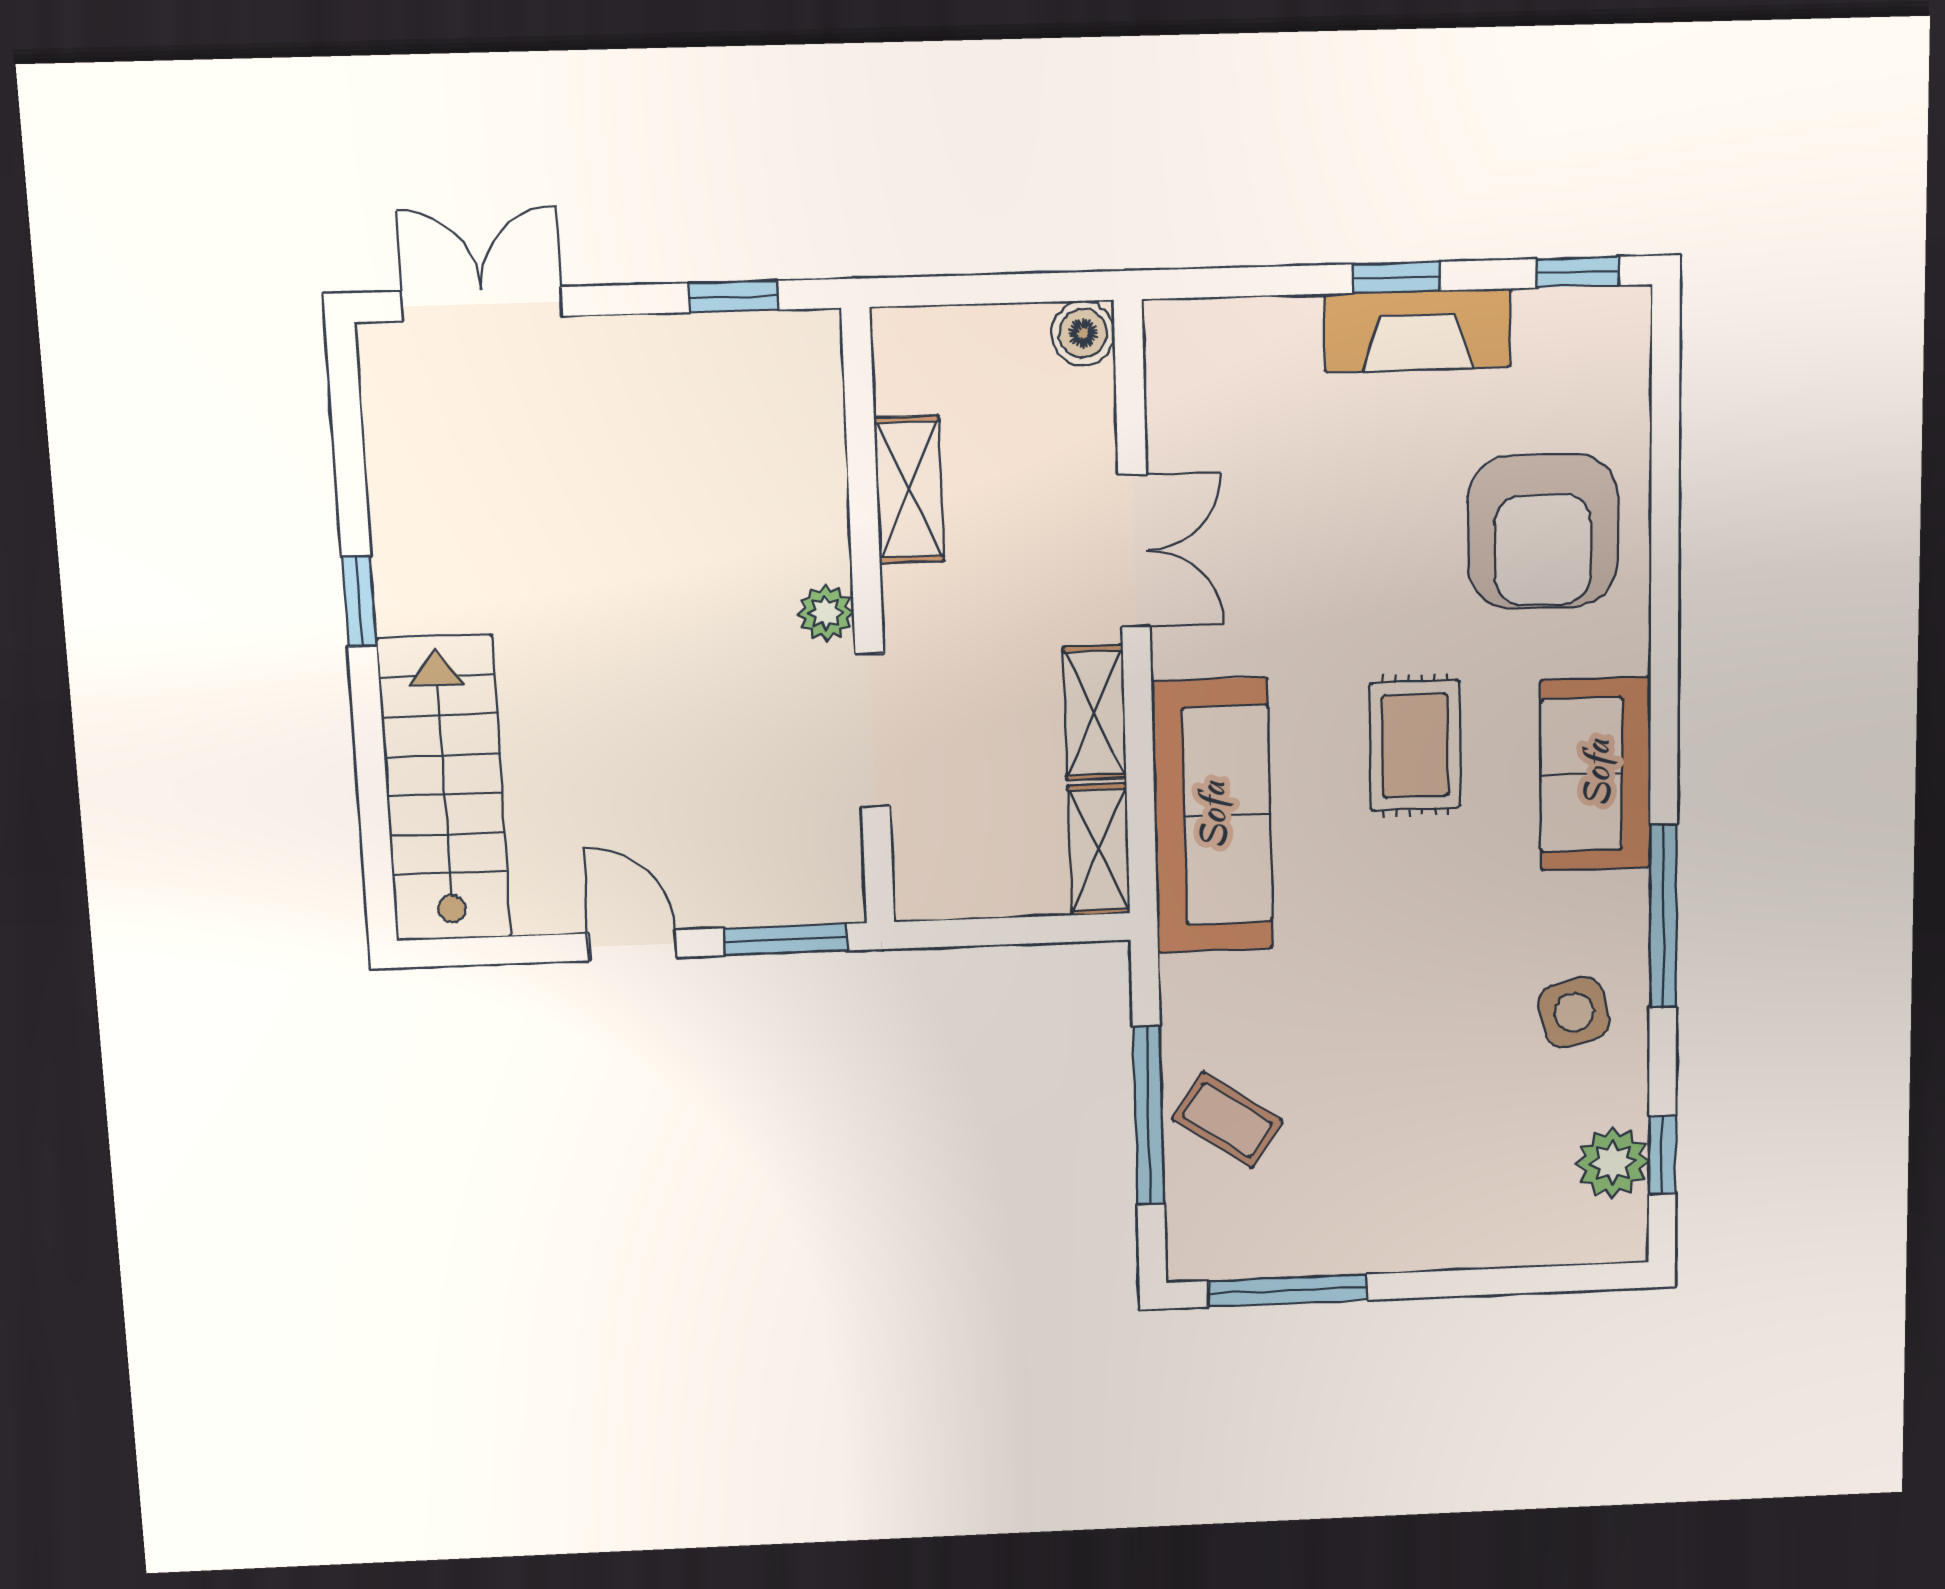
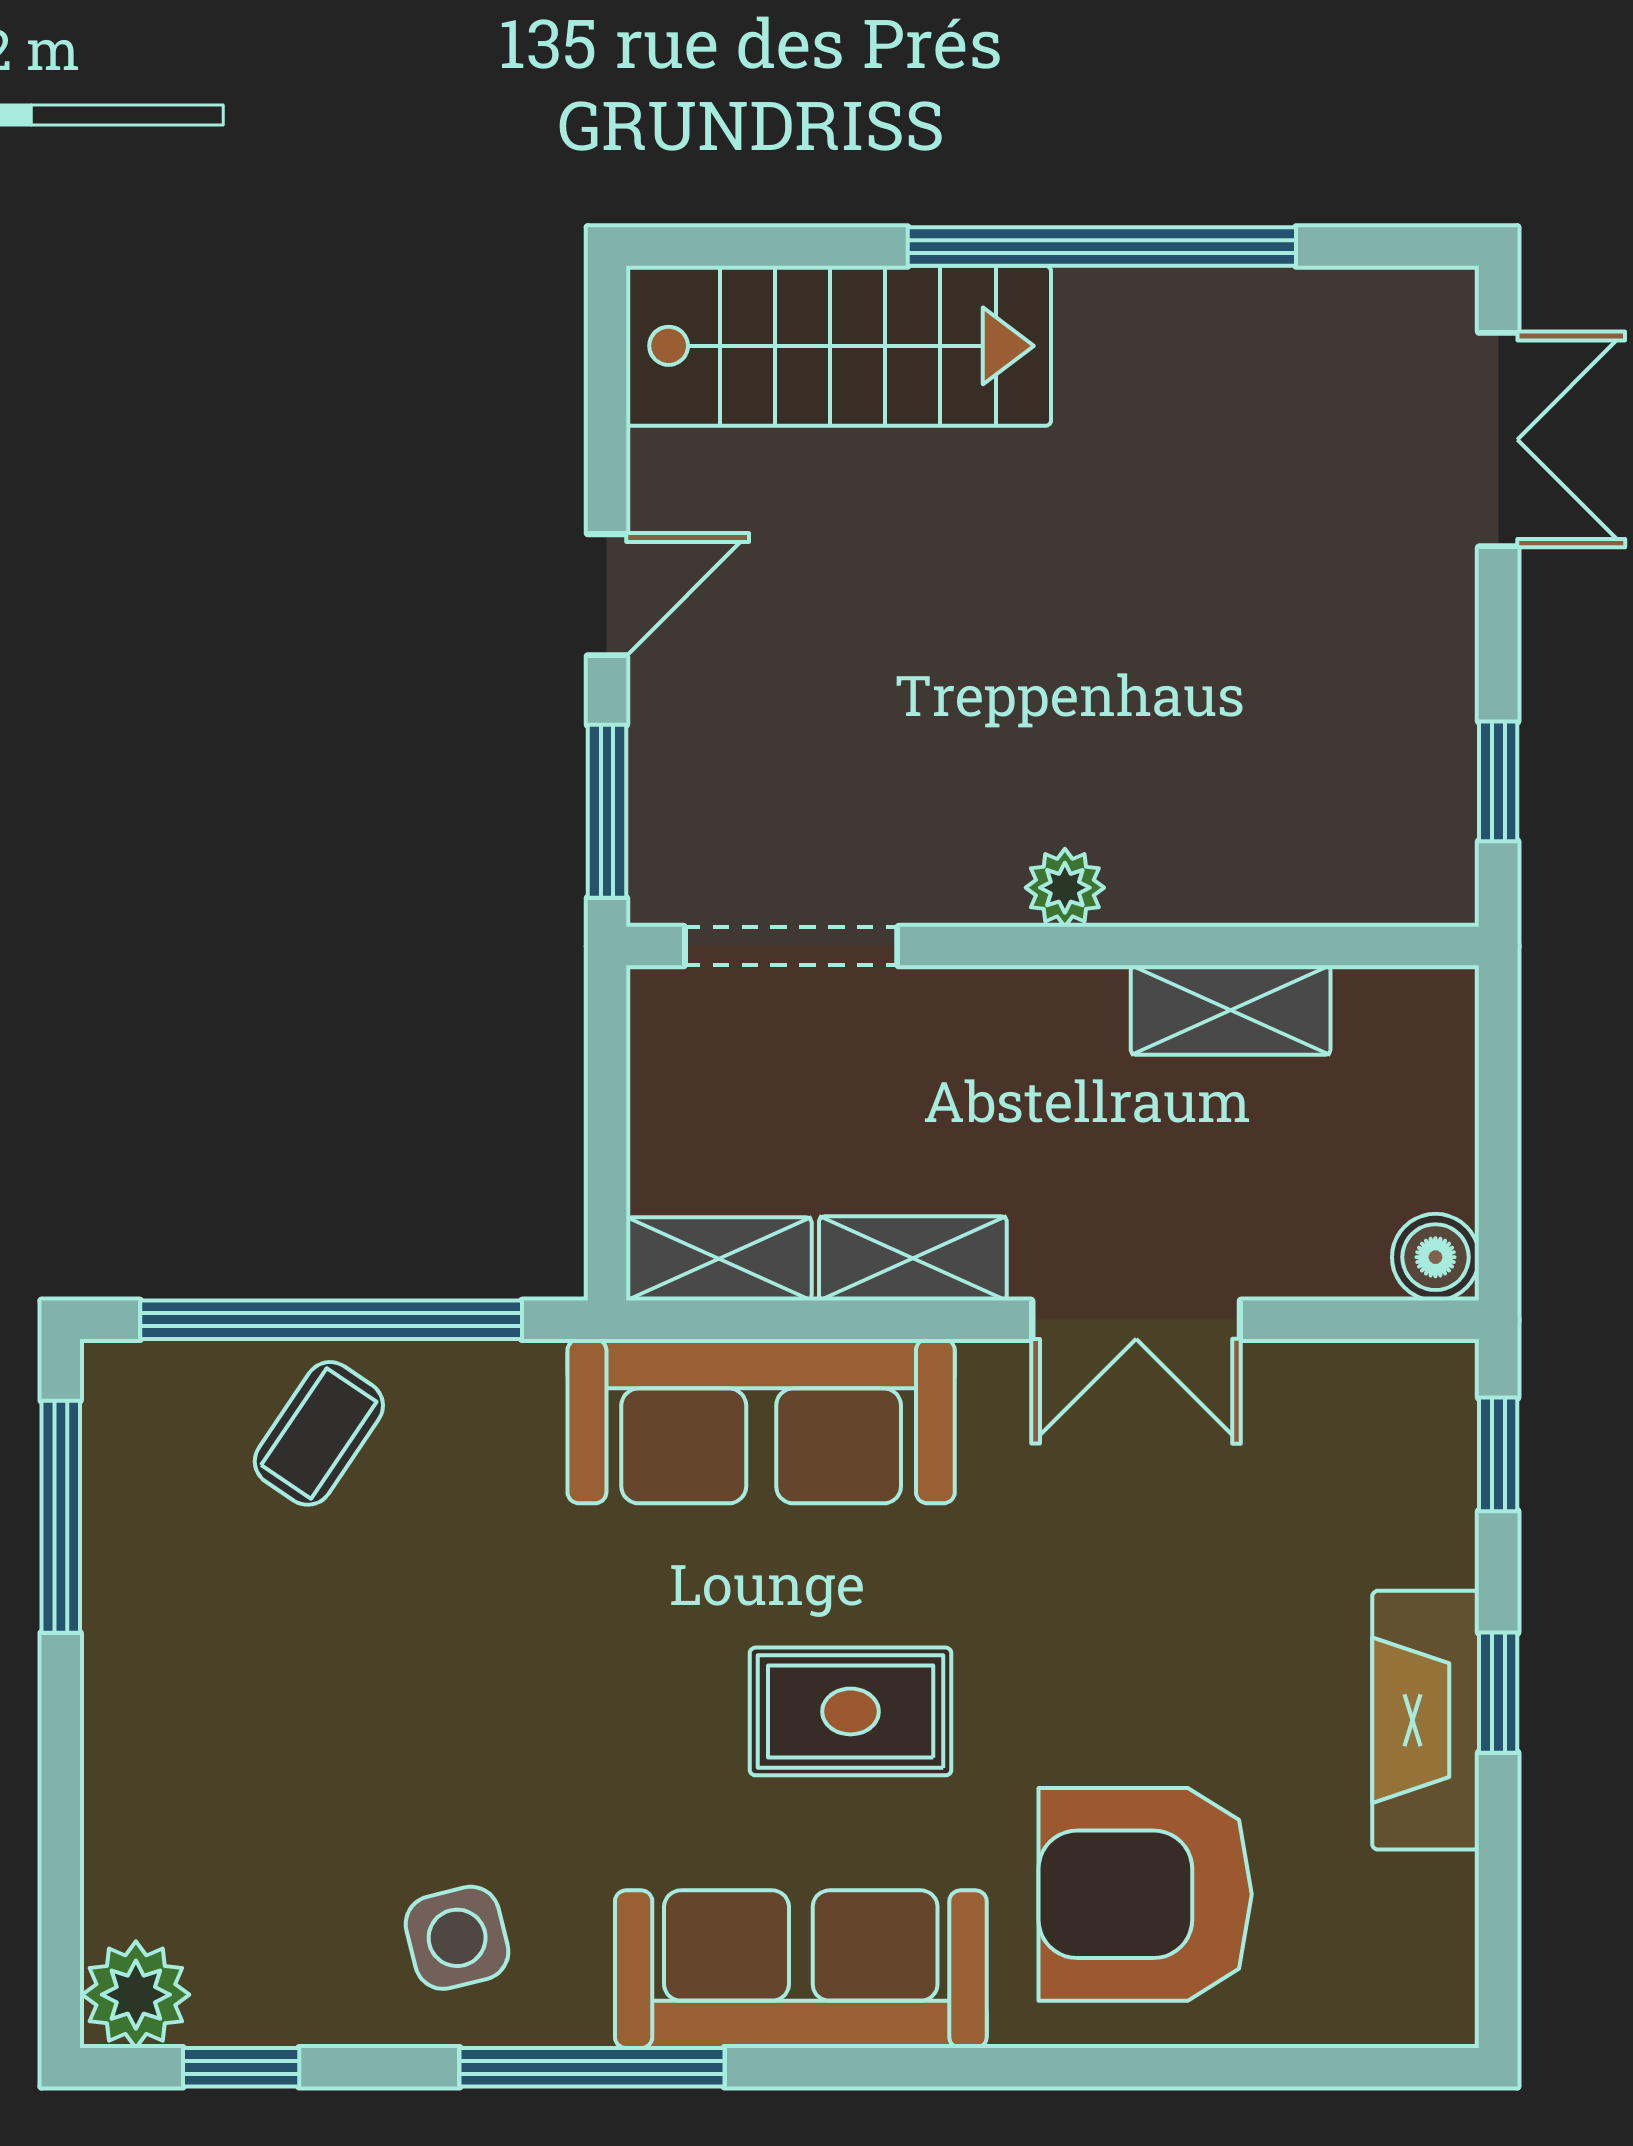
window: (1578, 272) -> (1498, 1454), moved
window: (359, 601) -> (1102, 247), width x3.17
doorway: (873, 731) -> (791, 946), moved
sofa: (1596, 774) -> (801, 1969), width x1.36
window: (1149, 1115) -> (331, 1320), width x1.46
plant: (1613, 1163) -> (136, 1995), moved

